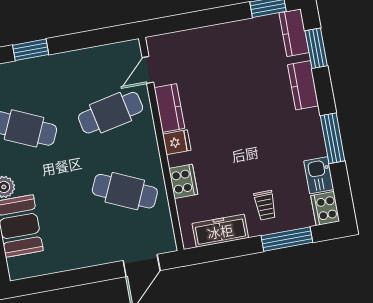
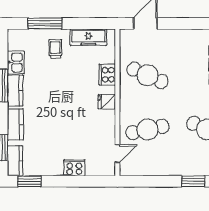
kitchen counter: (169, 108) -> (15, 90), moved, turned 180
cooker: (325, 208) -> (74, 168), moved, turned -90

